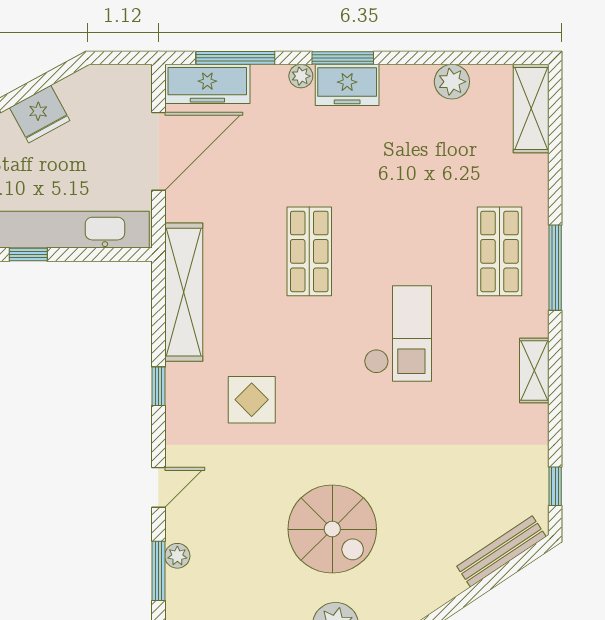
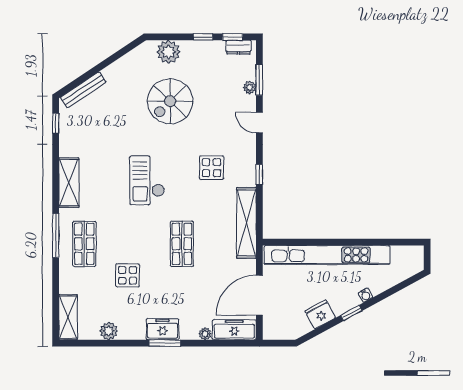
window: (235, 58) -> (220, 343), removed
plant: (301, 76) -> (205, 334), moved
display table: (415, 190) -> (128, 275), added
window: (28, 255) -> (326, 242), removed
checkout: (398, 333) -> (147, 180), moved
shelving: (534, 370) -> (69, 183), width x1.50, depth x1.33
door: (158, 487) -> (259, 123), hinge flipped
spiral stairs: (332, 529) -> (170, 101), turned -90

